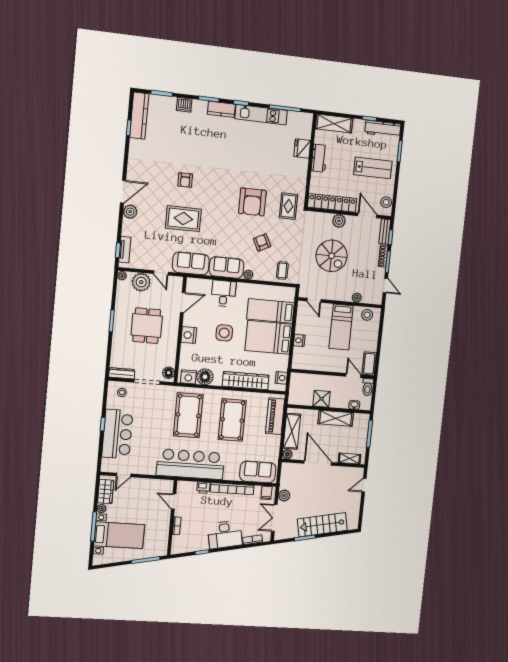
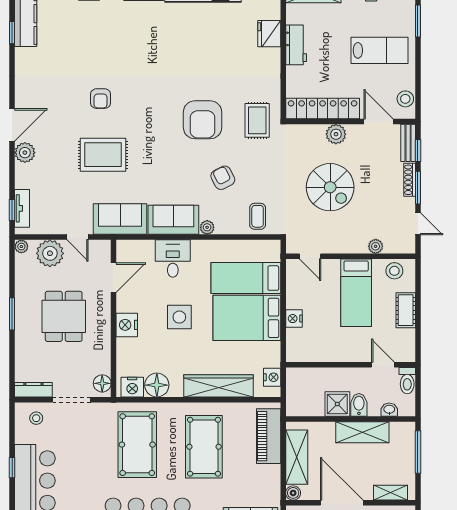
cot: (369, 364) -> (406, 310), moved
bidet: (335, 400) -> (359, 405), added

